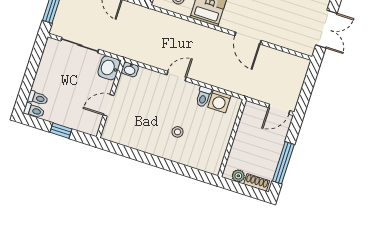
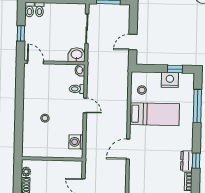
toilet: (203, 97) -> (77, 89), moved
door: (109, 105) -> (35, 62), moved

